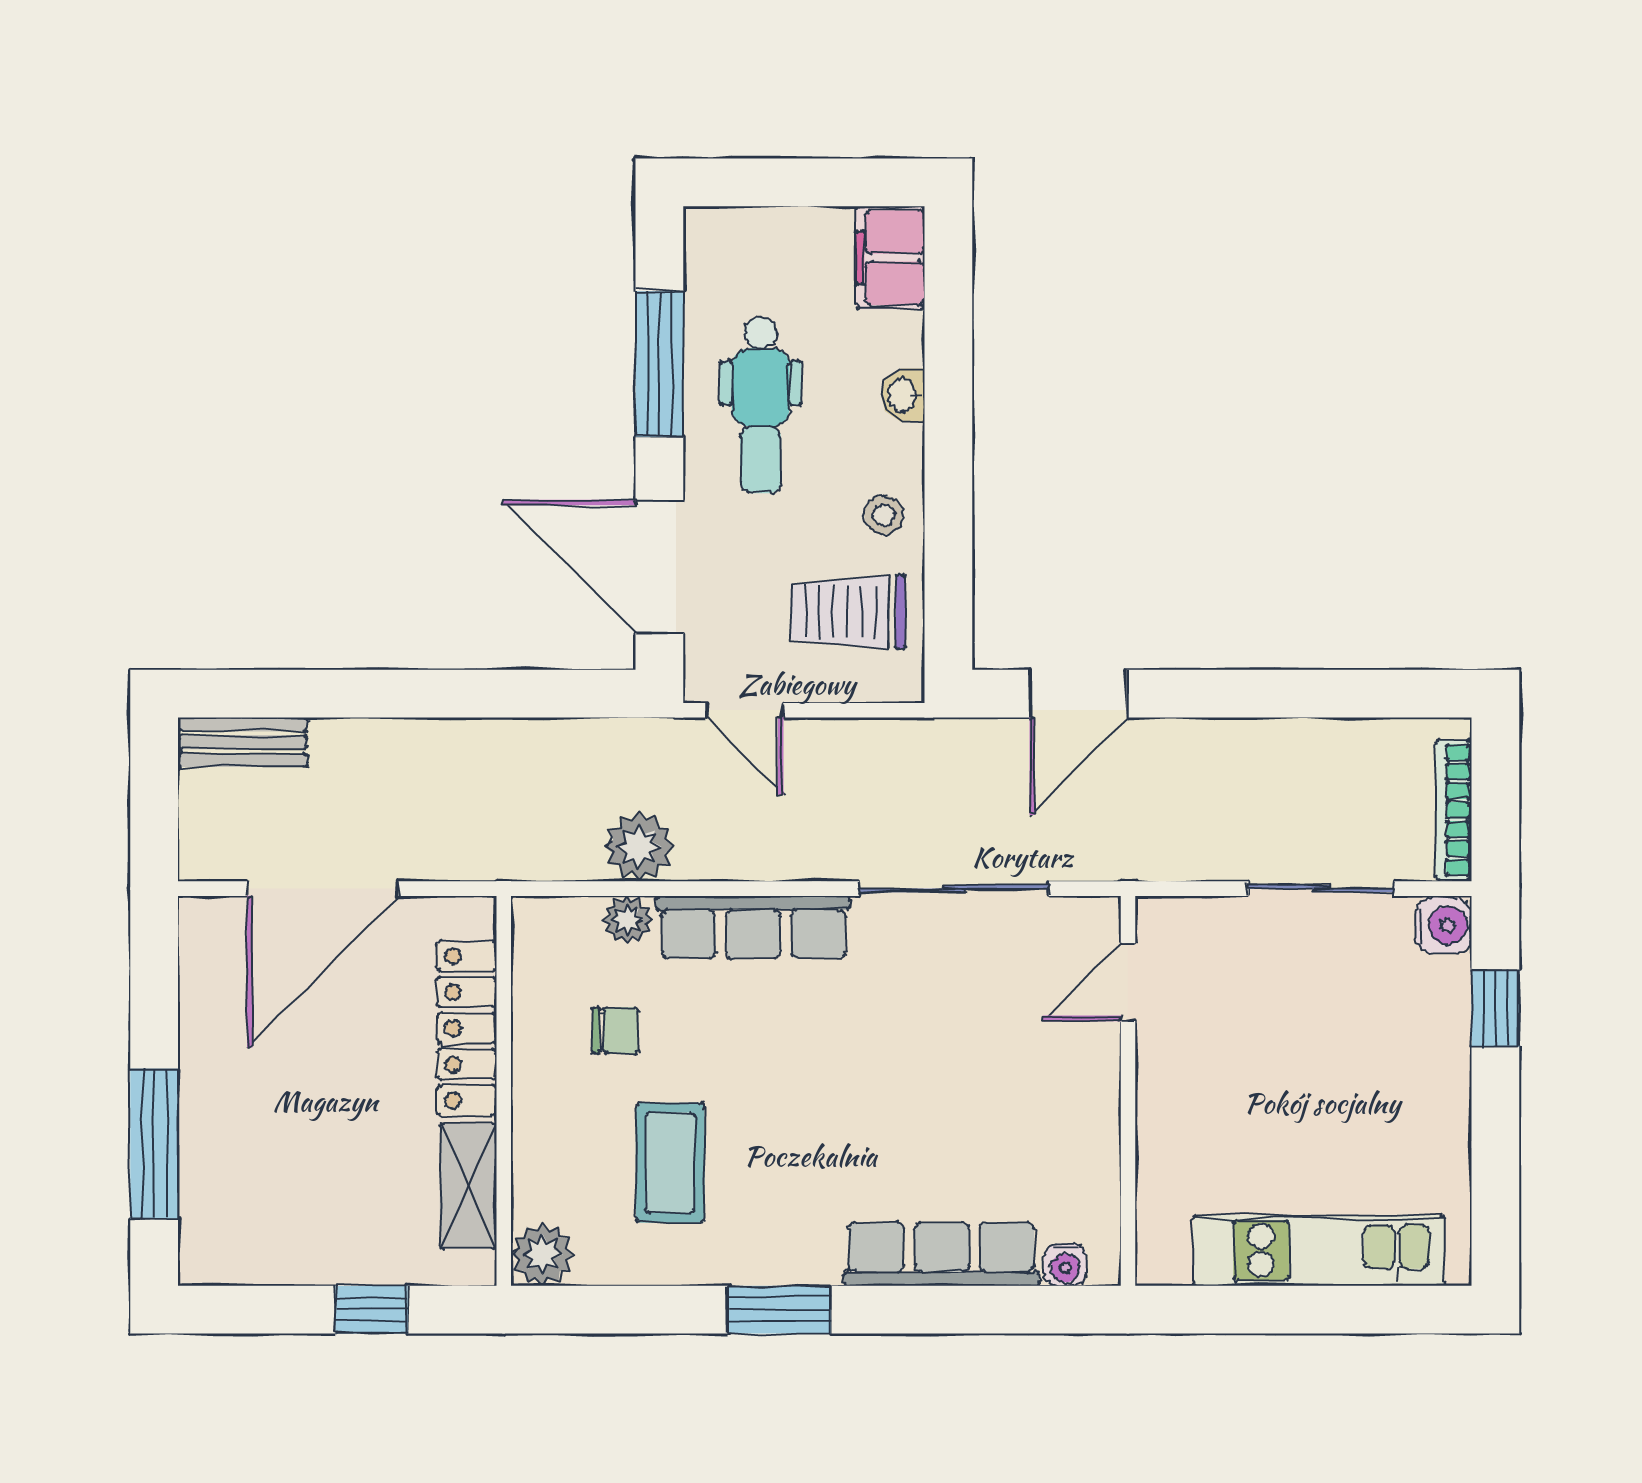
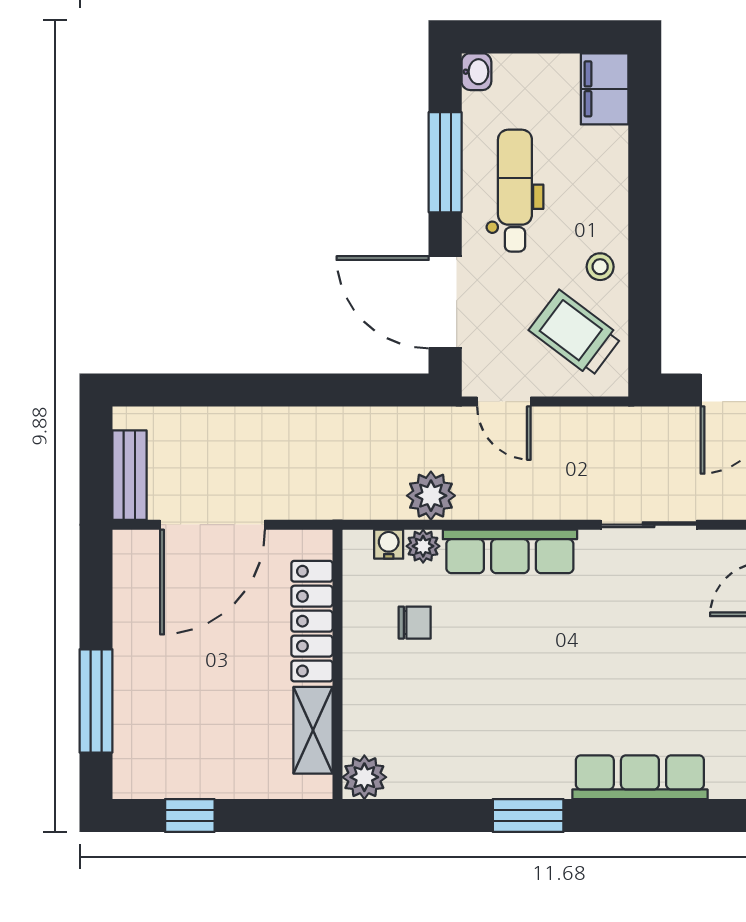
washbasin: (903, 395) -> (476, 72), moved, turned 180
dental chair: (761, 405) -> (515, 191), turned 180
trolley: (848, 612) -> (575, 334), turned 37
bench: (243, 742) -> (130, 475), moved, turned 90
sliding door: (954, 889) -> (649, 525), width x0.73
coffee table: (670, 1163) -> (452, 714), removed
water cooler: (1065, 1265) -> (389, 544), moved, turned 180
window: (372, 1310) -> (190, 815), moved

